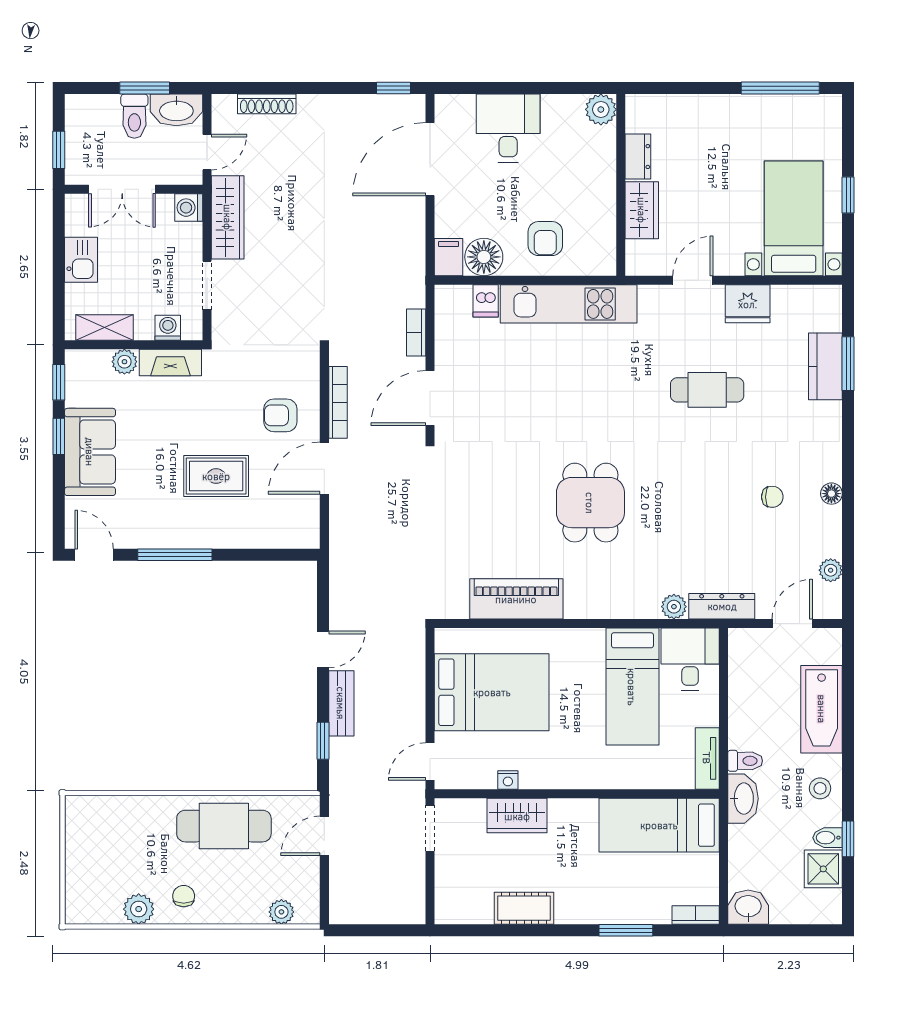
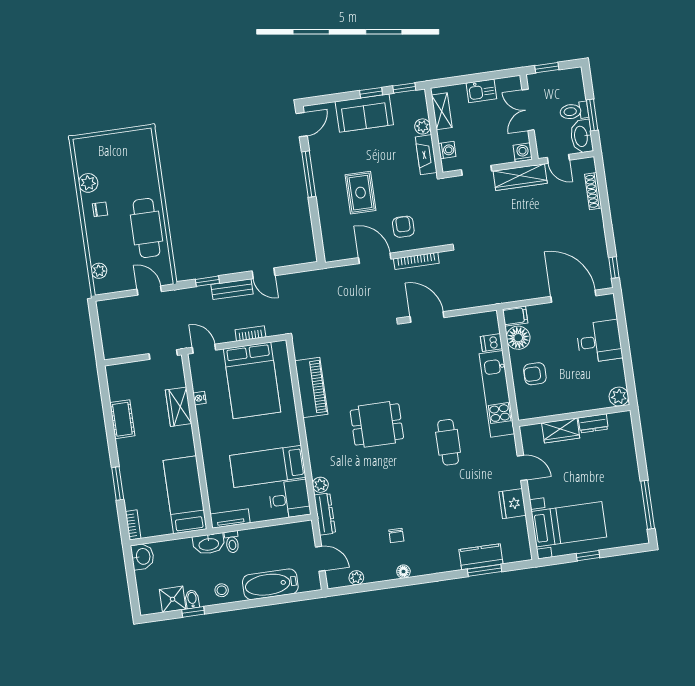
bookcase: (416, 333) -> (250, 333), moved
cafe table: (707, 390) -> (448, 442), moved

